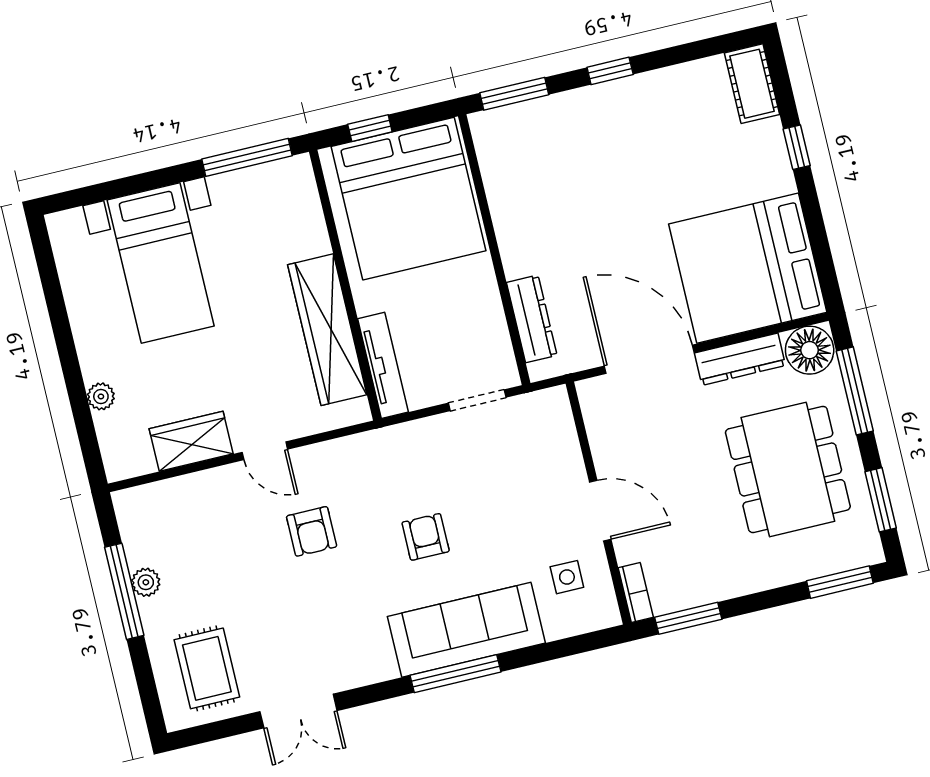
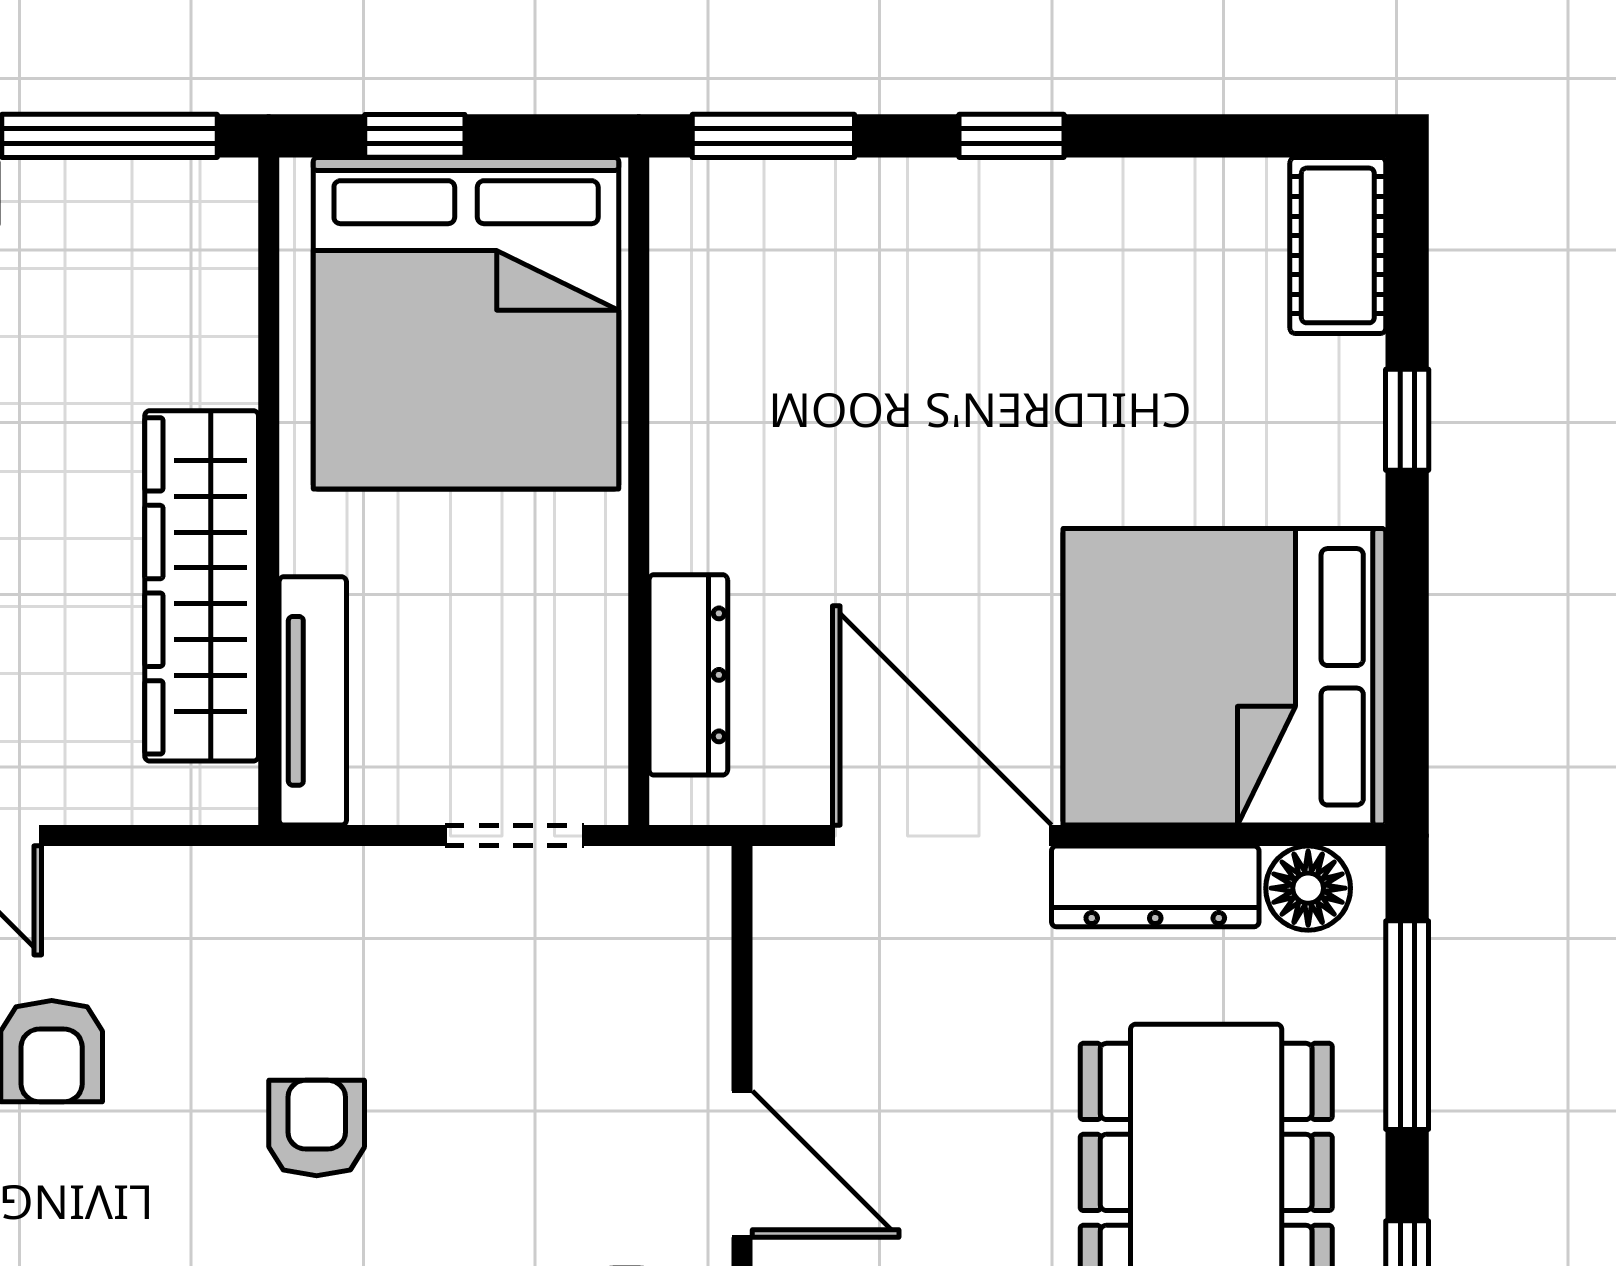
floor lamp: (810, 350) -> (1308, 888), width x0.73, depth x0.73

